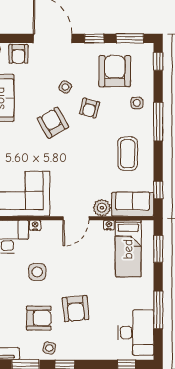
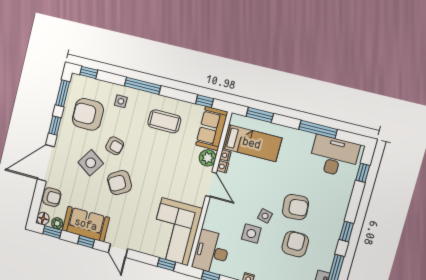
side table: (65, 87) -> (91, 163), width x1.87, depth x1.87
nightstand: (35, 225) -> (223, 167), moved
side table: (49, 348) -> (265, 216), moved

